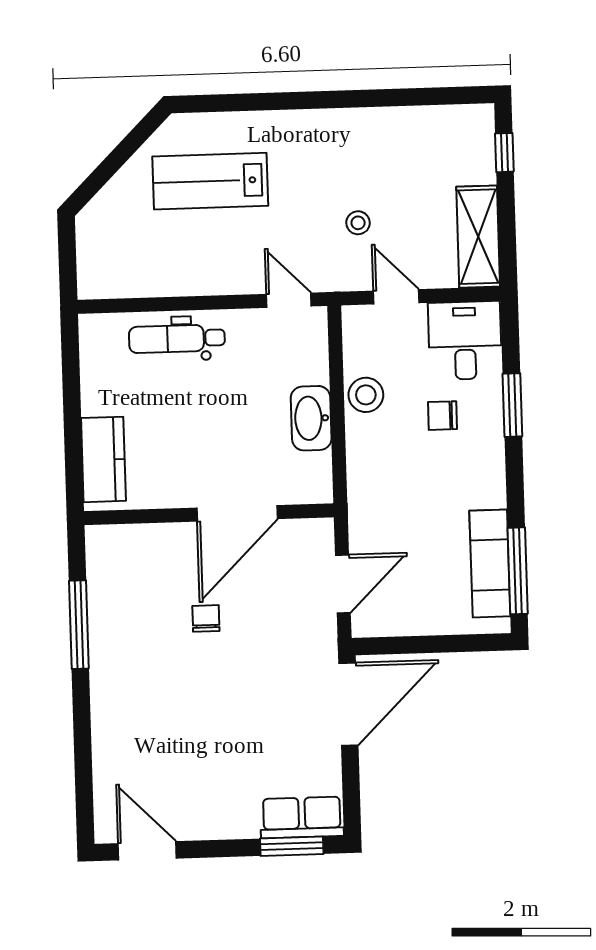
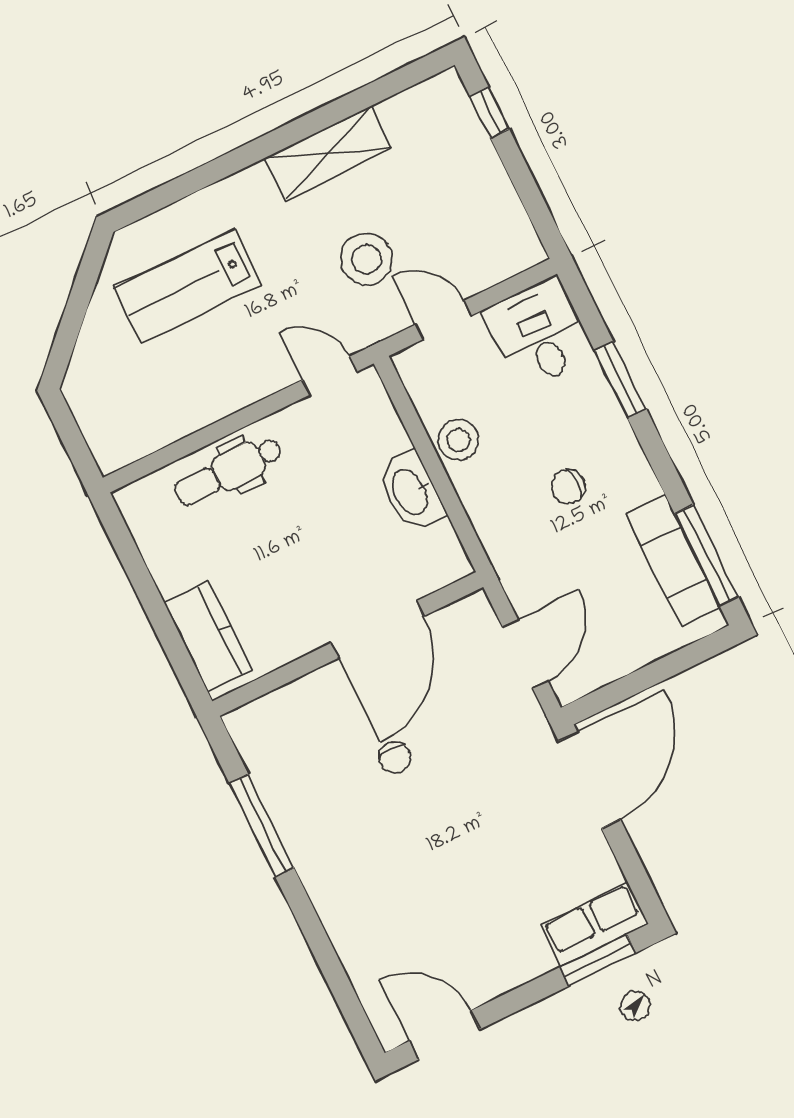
stool: (358, 223) -> (367, 259), width x1.89, depth x1.89
shelving: (478, 237) -> (328, 153), moved, turned 90
chair: (443, 416) -> (568, 487), moved
chair: (206, 618) -> (395, 757), turned 180

